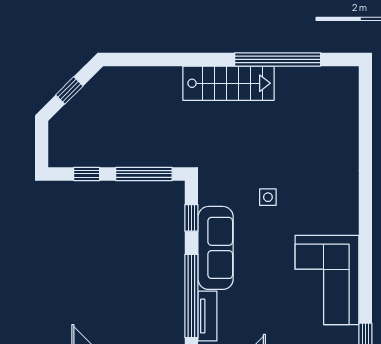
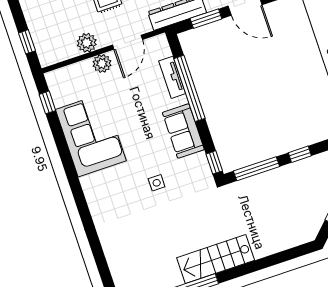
window: (191, 218) -> (214, 162), moved
sofa: (216, 248) -> (183, 131), width x0.73

